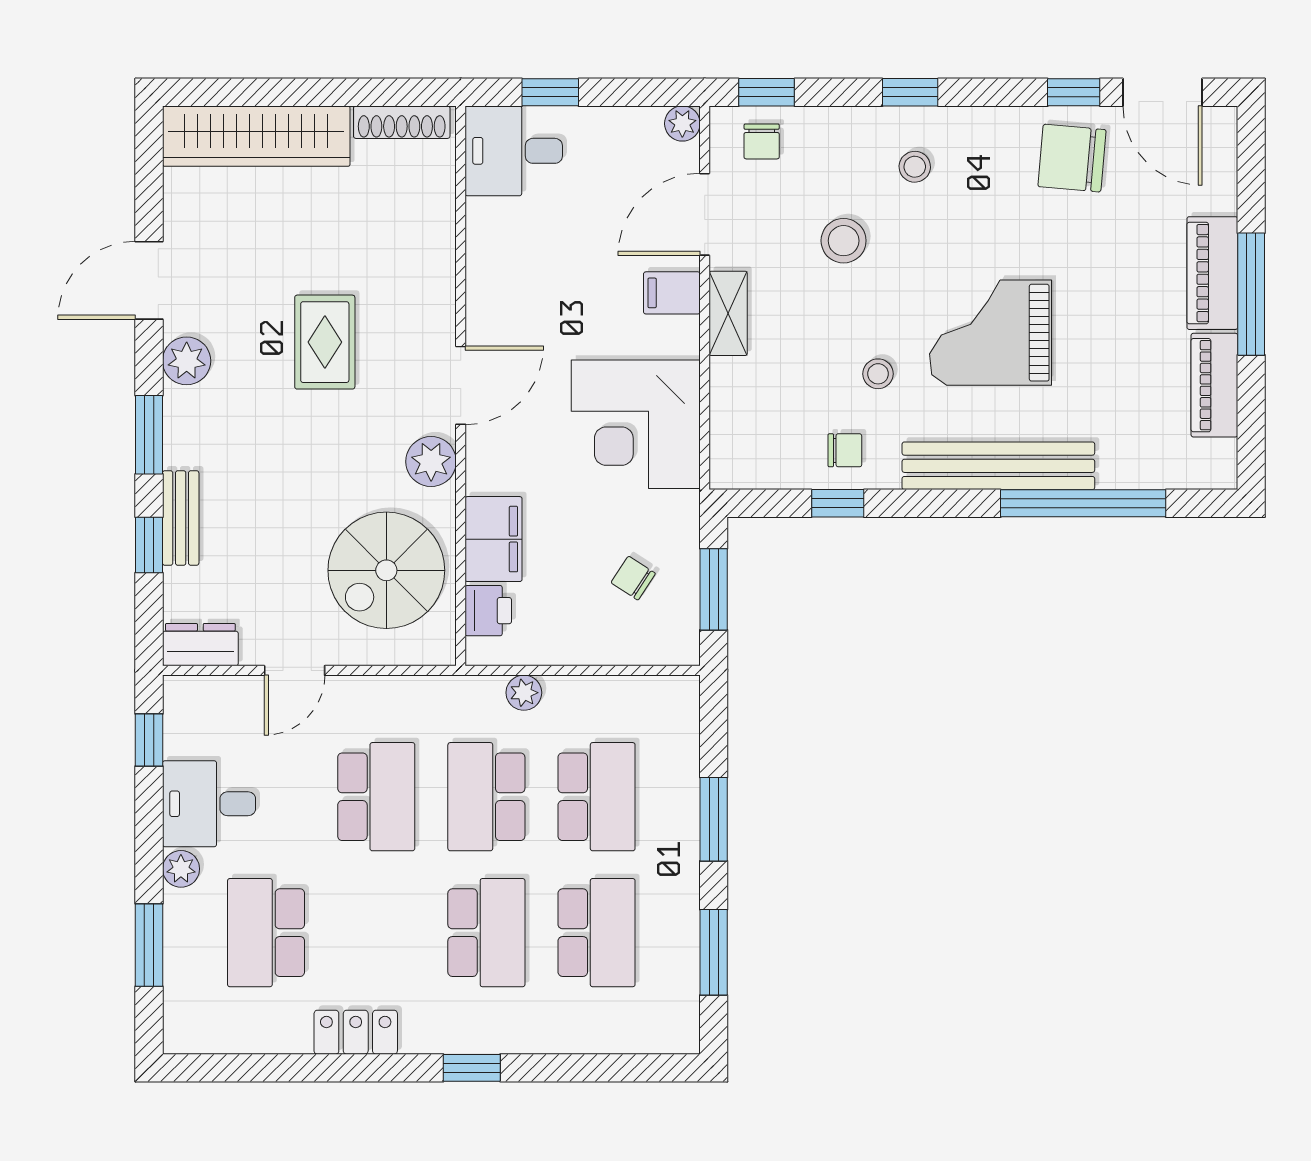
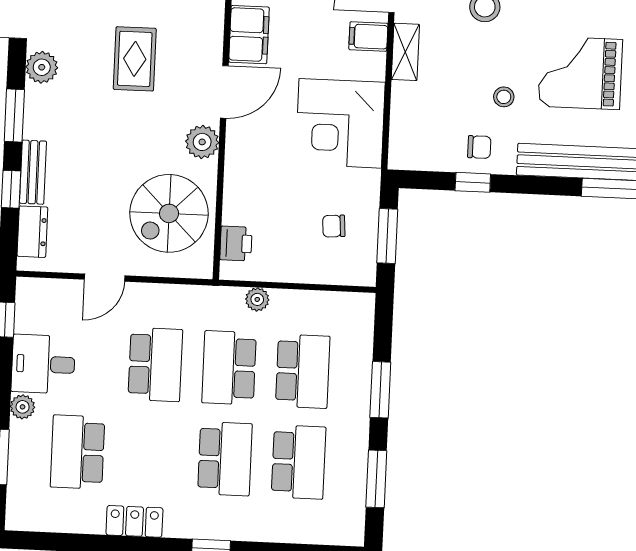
filing cabinet: (494, 539) -> (249, 35), moved
chair: (633, 578) -> (334, 226), turned -37
dresser: (200, 645) -> (32, 232), moved, turned 90

